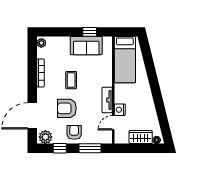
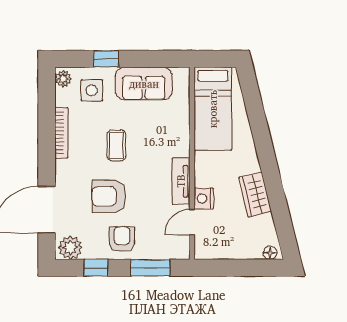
window: (90, 32) -> (106, 59), moved
side table: (57, 49) -> (92, 90), added
wardrobe: (141, 137) -> (255, 195), moved, turned -104

